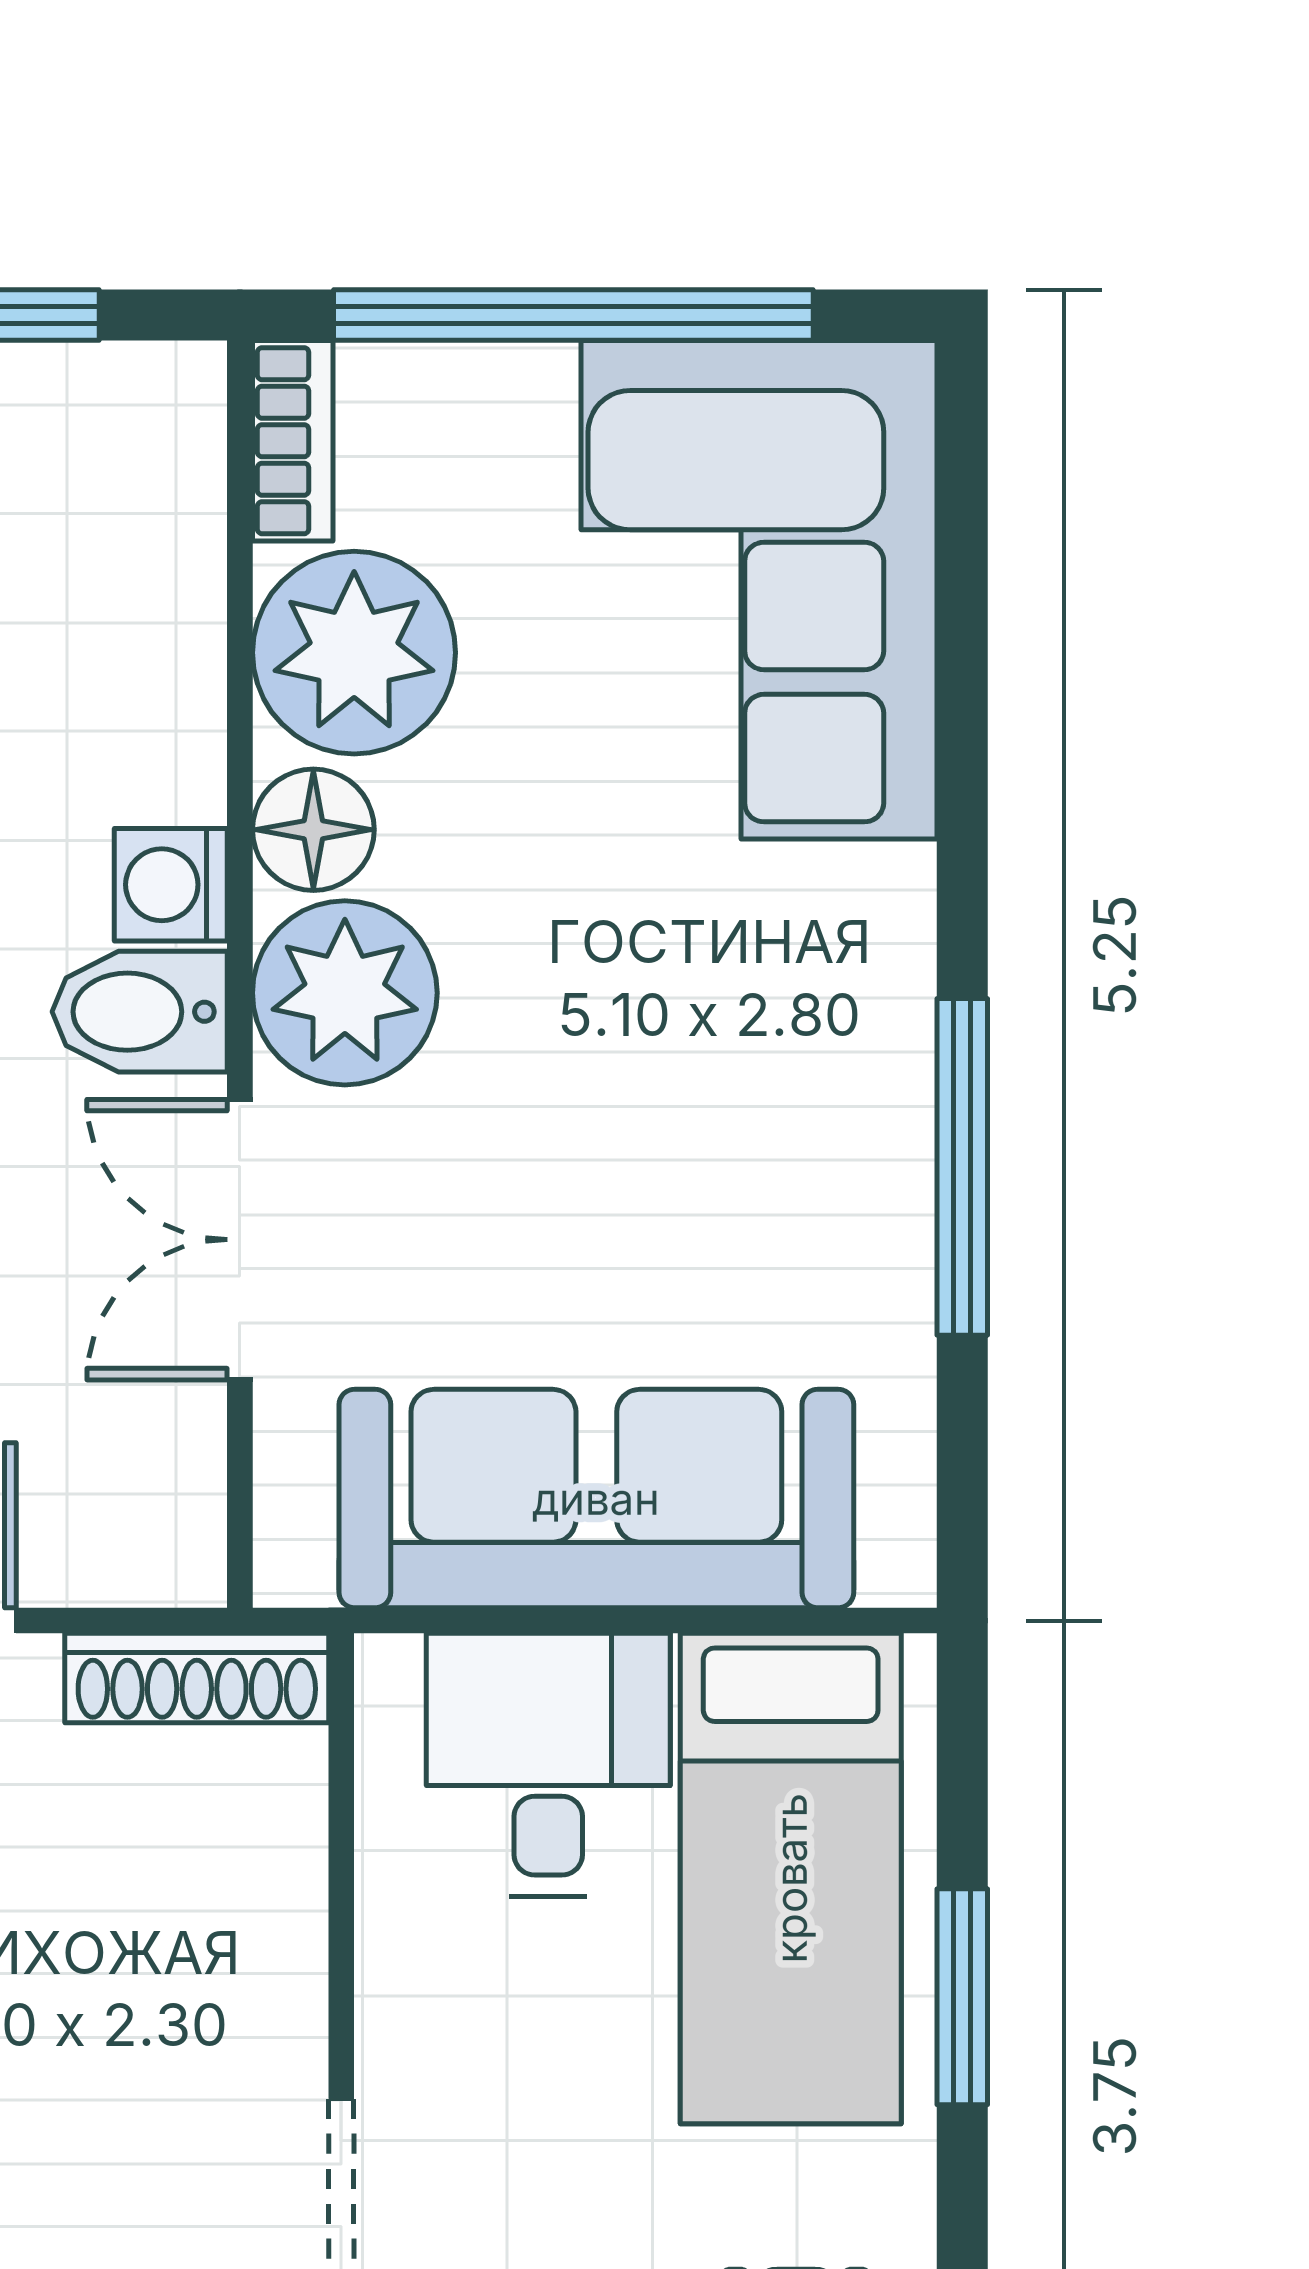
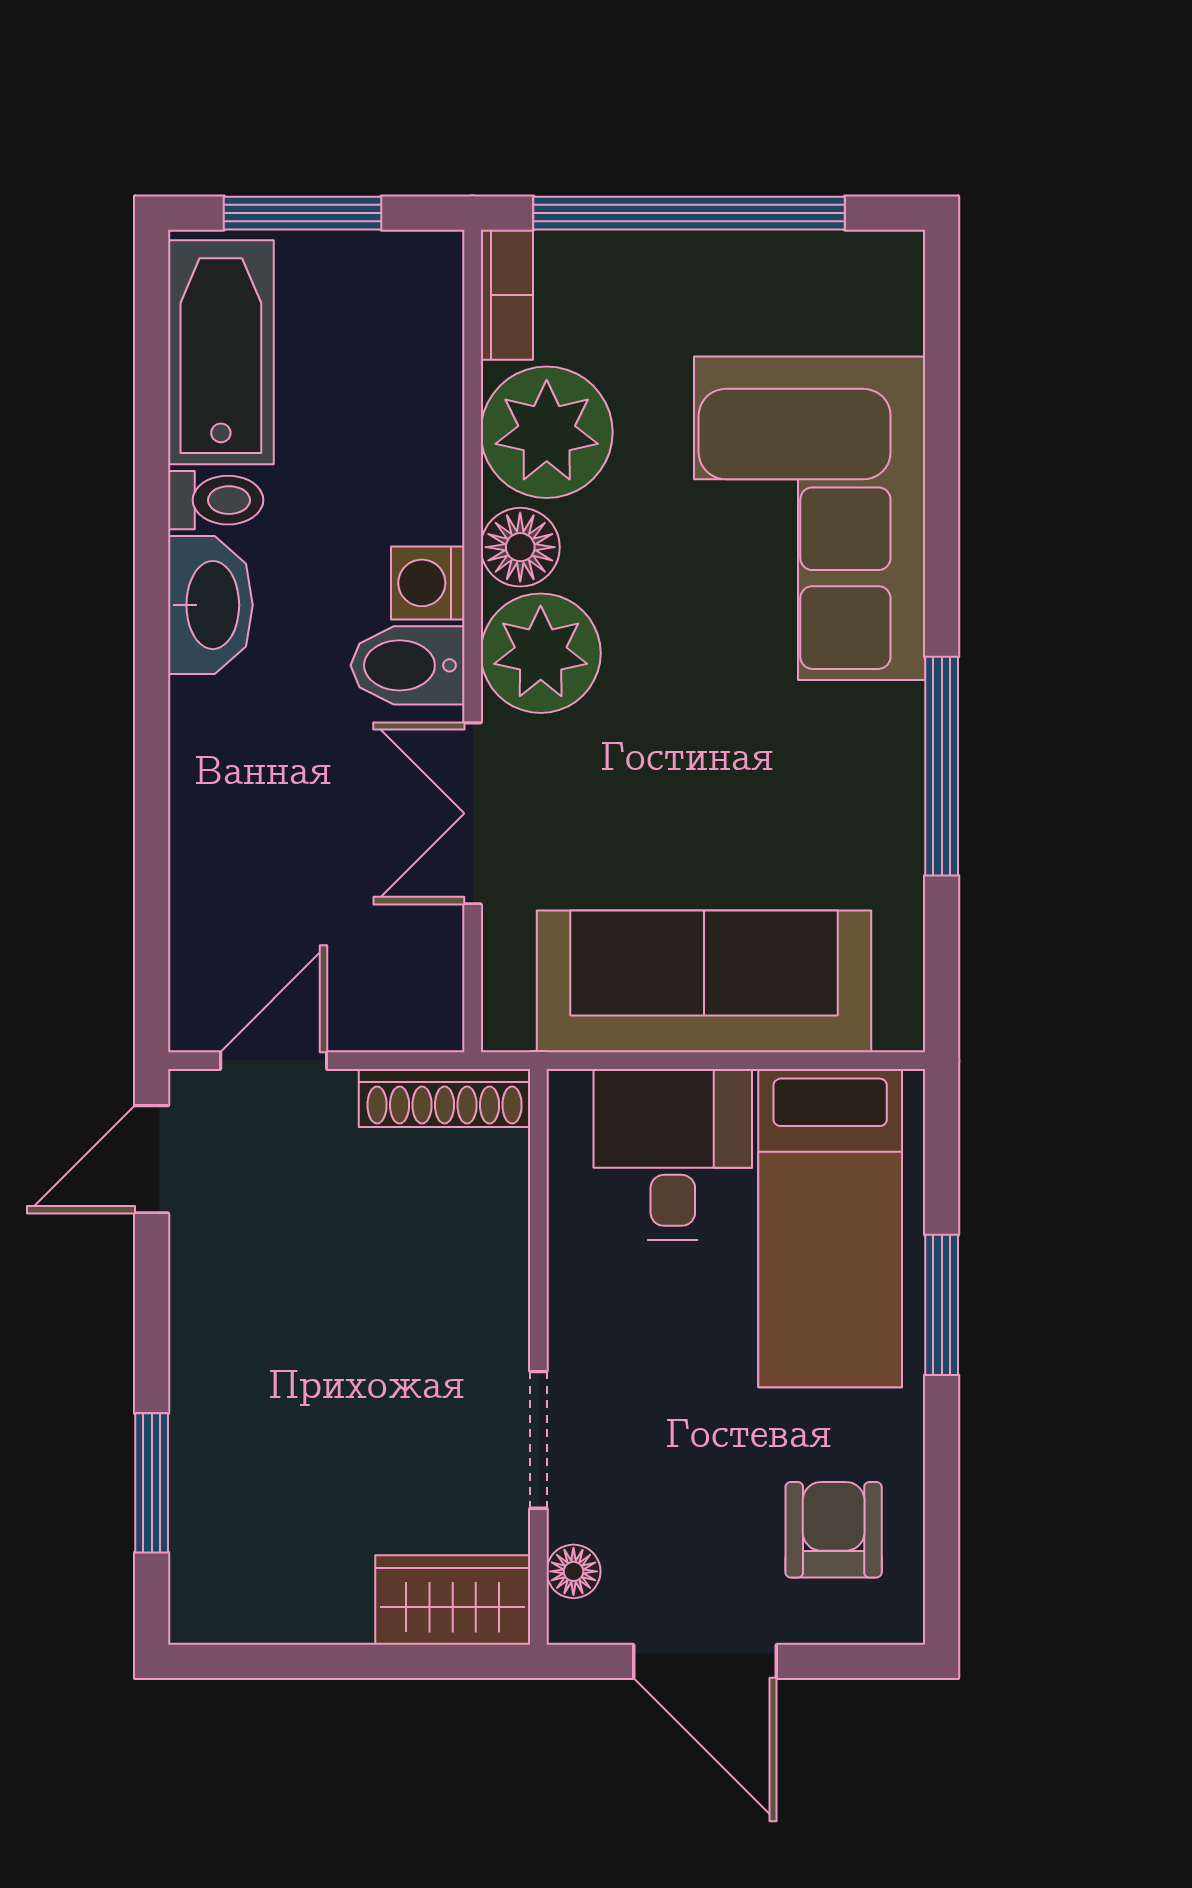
corner sofa: (759, 590) -> (810, 518), moved

